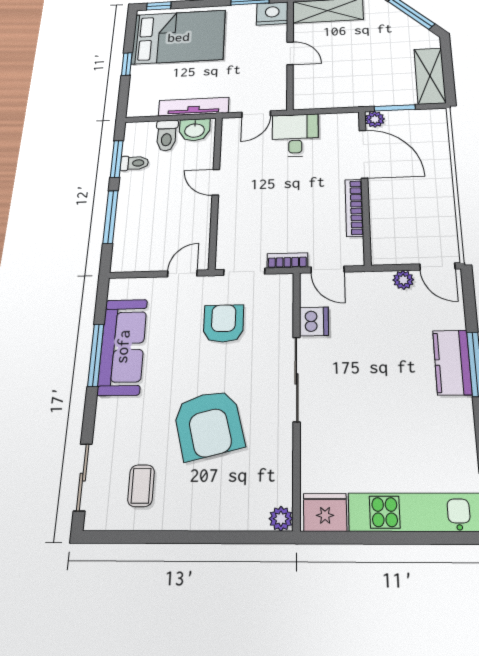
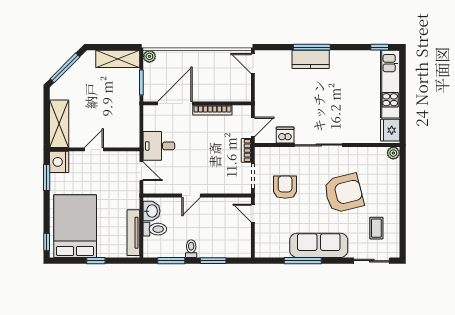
tv unit: (194, 107) -> (133, 233), moved
plant: (375, 119) -> (149, 56), moved
toilet: (134, 163) -> (191, 249), moved
window: (110, 217) -> (213, 261), width x0.69
door: (437, 267) -> (253, 64), swing flipped
plant: (403, 280) -> (261, 83), removed
armchair: (223, 323) -> (285, 187), turned 90
sofa: (122, 347) -> (319, 245), moved
coffee table: (141, 486) -> (376, 228), turned 90

